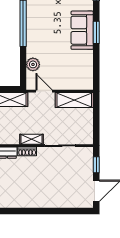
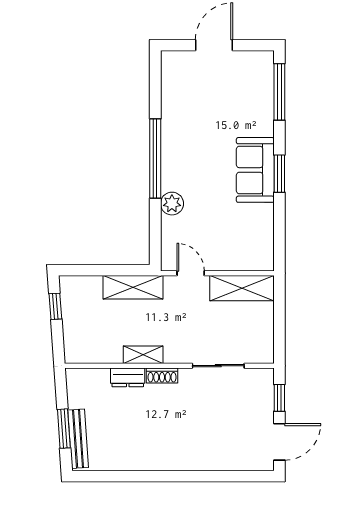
plant: (33, 64) -> (172, 204), moved
shelving: (31, 139) -> (143, 355), moved

